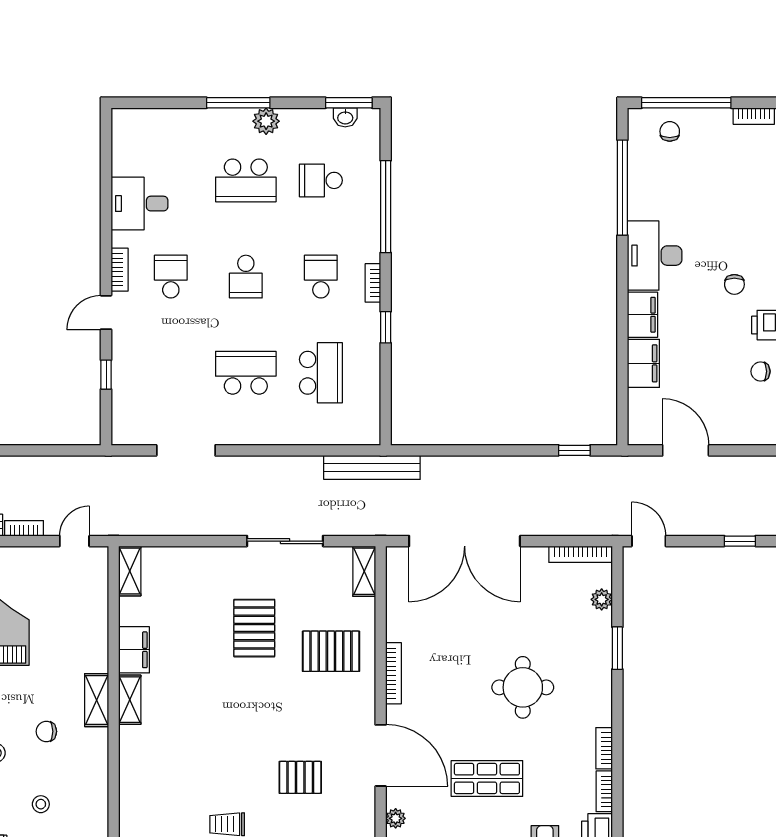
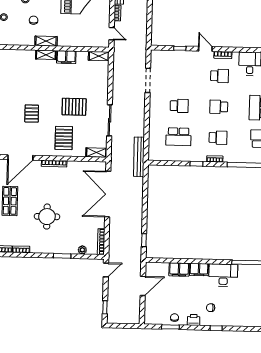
school desk: (246, 373) -> (179, 106), width x0.54
pallet: (300, 777) -> (32, 114), moved

